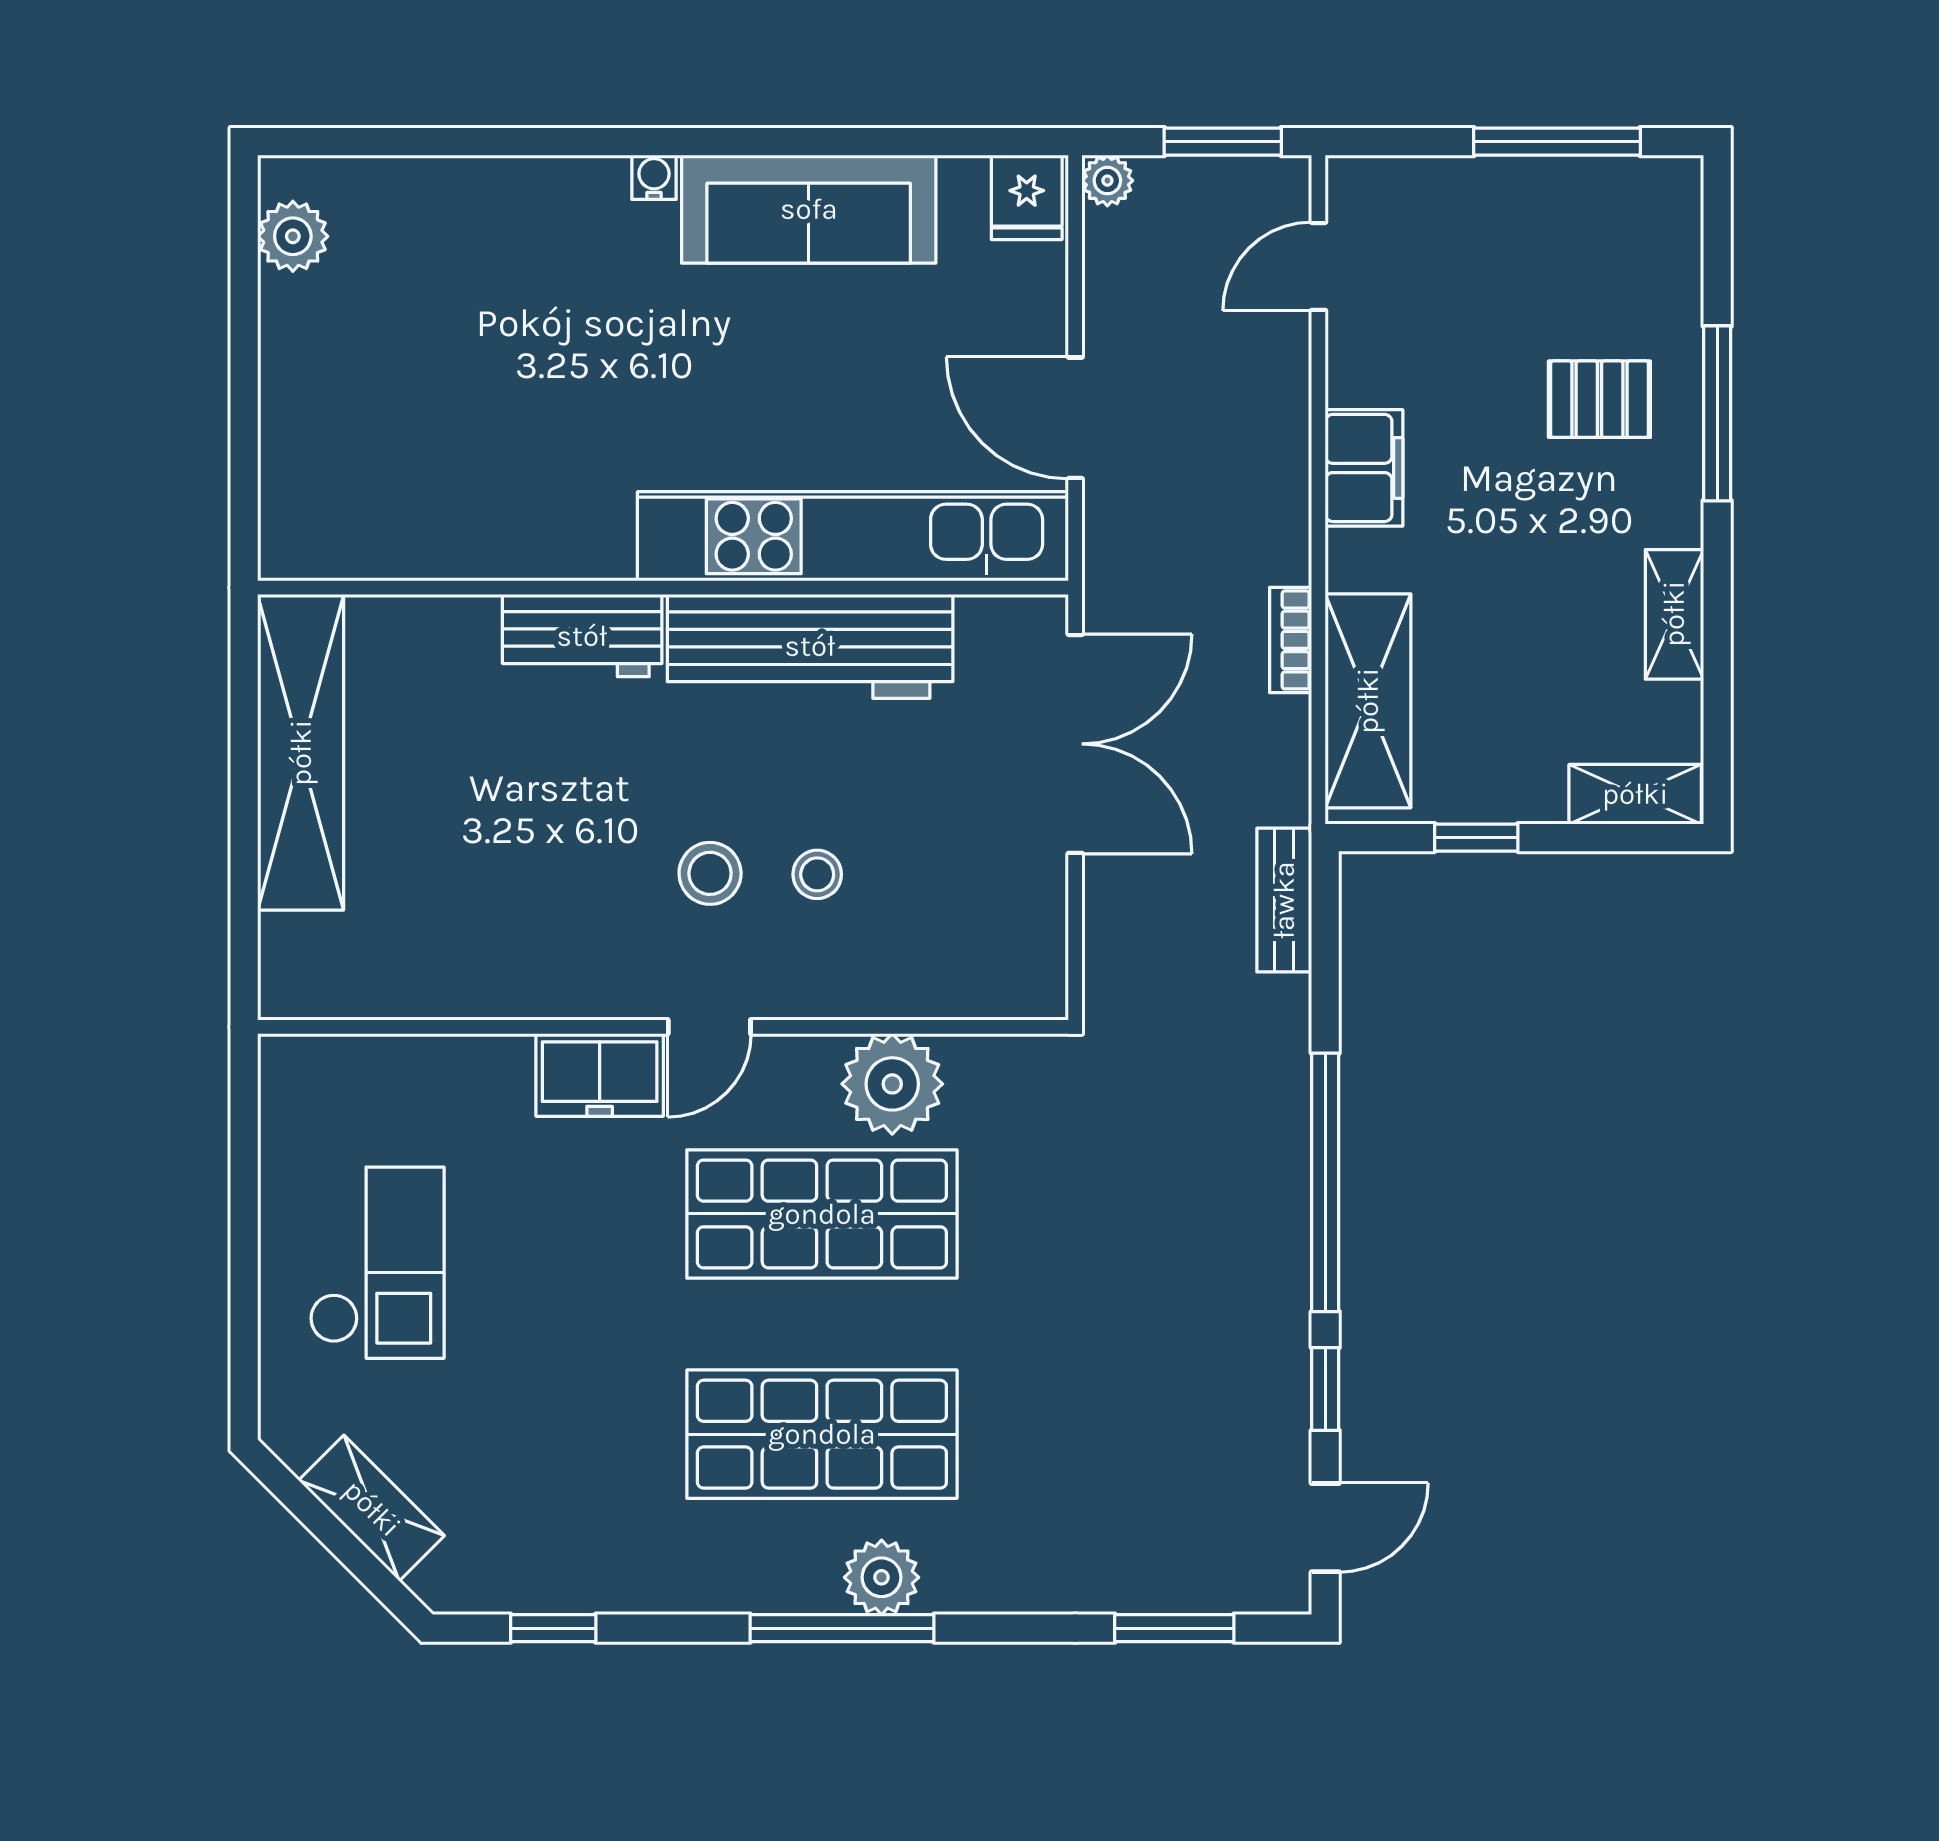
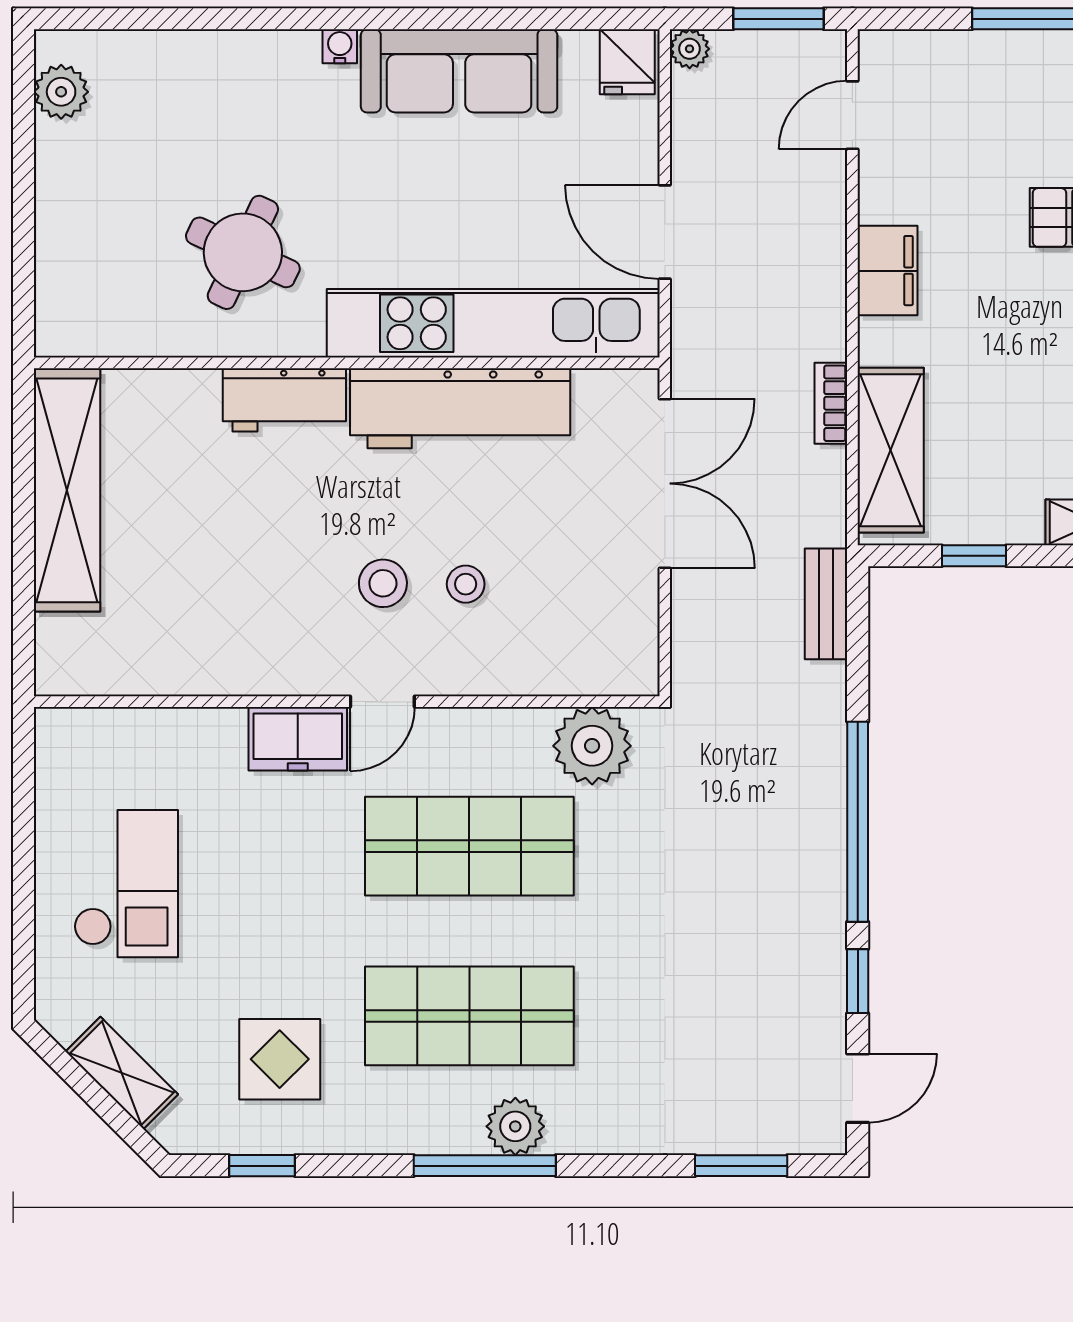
round table: (528, 444) -> (243, 252), added
plant: (892, 1084) -> (592, 746), moved
display table: (576, 1490) -> (280, 1059), added

